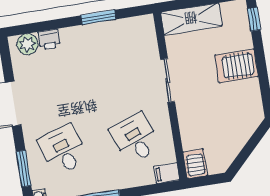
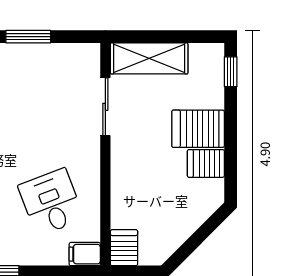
sliding door: (168, 81) -> (105, 107), moved
server rack: (246, 91) -> (206, 163), added

